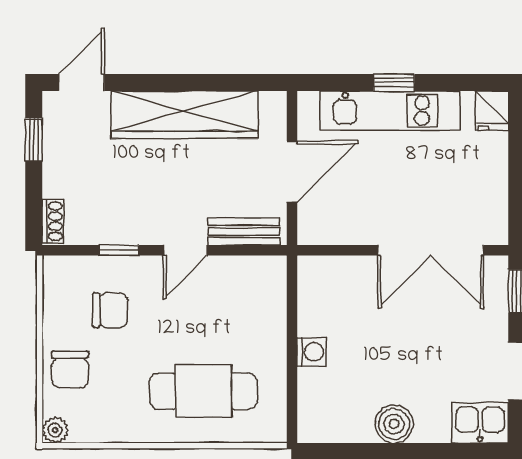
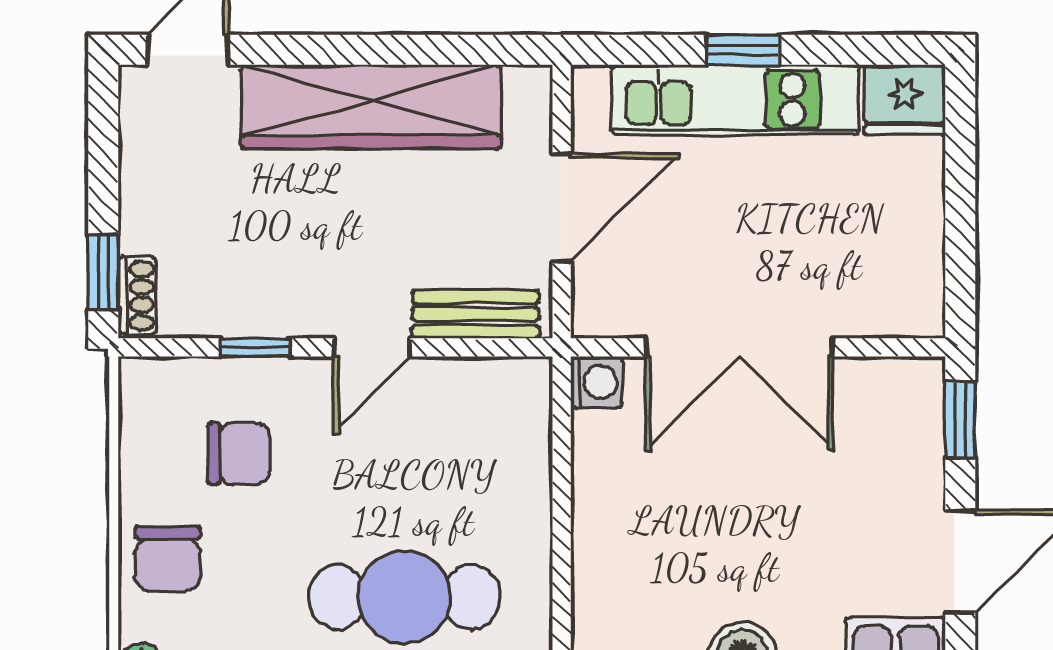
fridge: (492, 111) -> (905, 100), width x1.38
window: (34, 140) -> (103, 272), moved
double door: (431, 250) -> (739, 347), moved
washing machine: (312, 352) -> (596, 382), moved

